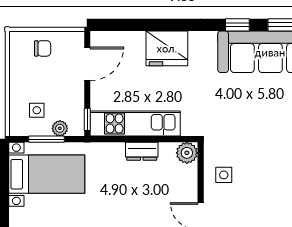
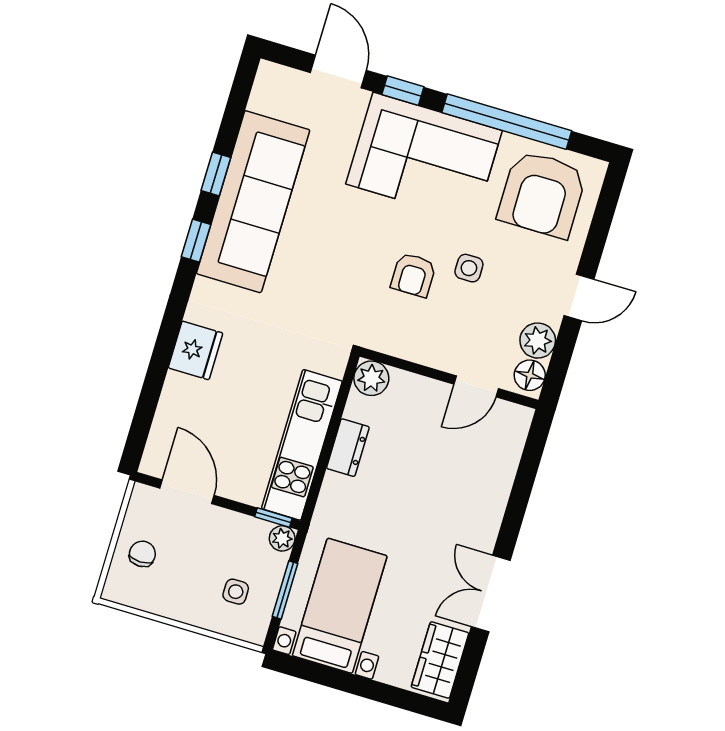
fridge: (167, 48) -> (195, 350), width x0.73, depth x0.75
plant: (60, 128) -> (282, 538), moved
armchair: (255, 159) -> (413, 275), added
side table: (224, 175) -> (469, 268), moved

